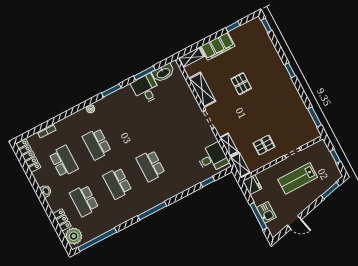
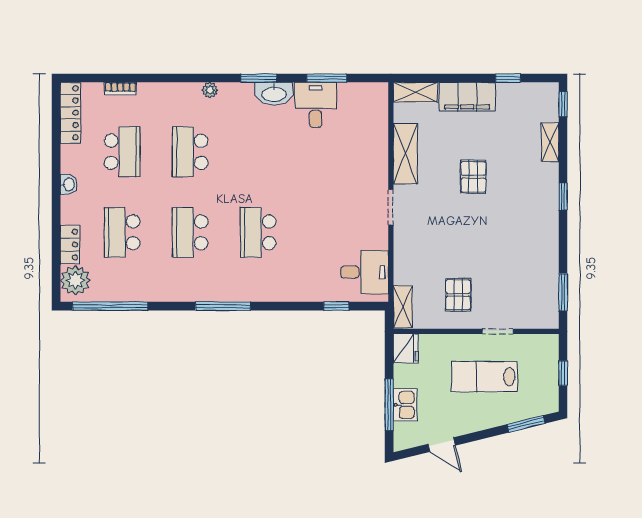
washbasin: (163, 73) -> (274, 94), moved
shelving: (229, 145) -> (550, 142), moved
pallet: (264, 145) -> (458, 295), turned 90

